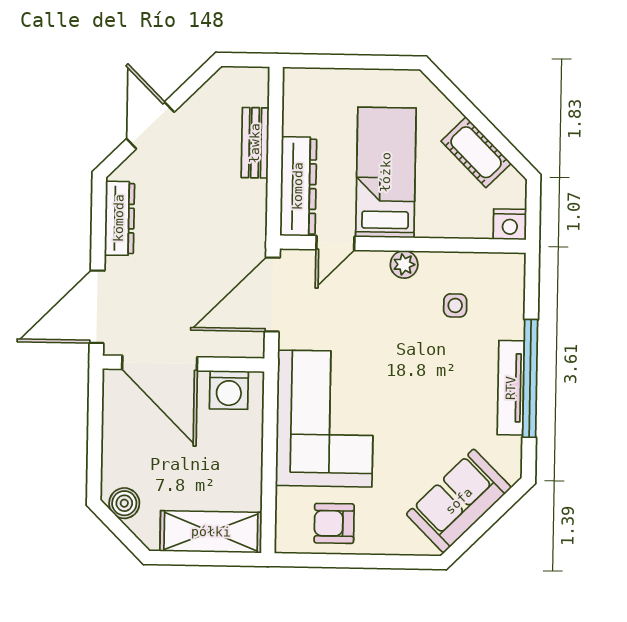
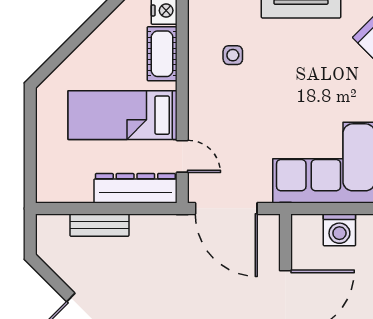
cot: (476, 152) -> (162, 54), moved, turned -45
plant: (404, 264) -> (199, 99), removed
washing machine: (229, 390) -> (339, 230), moved, turned 90

